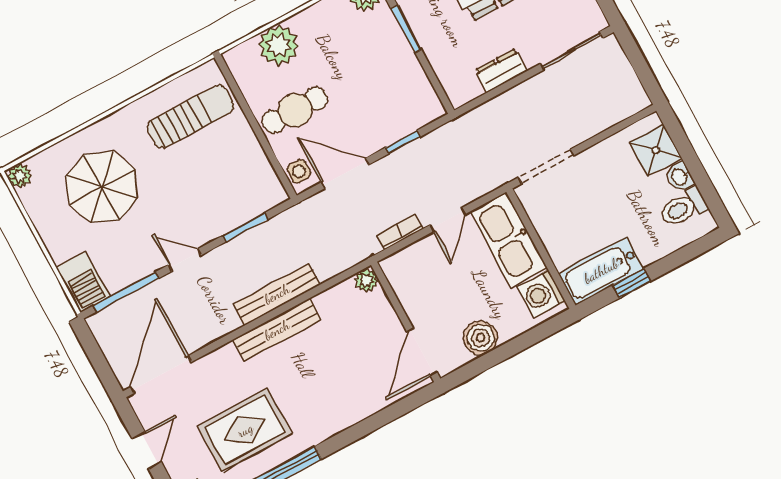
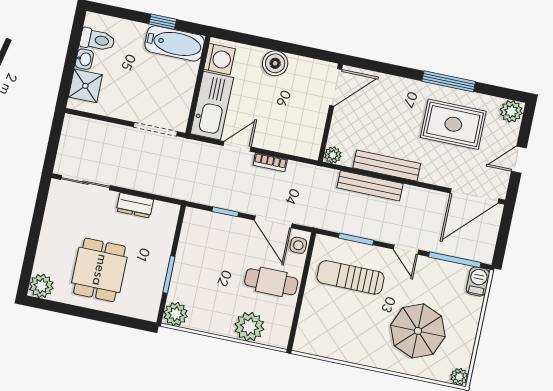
sun lounger: (191, 116) -> (350, 277), moved
plant: (366, 280) -> (333, 155), moved
barbecue: (83, 282) -> (478, 281), width x0.73, depth x0.79
wall: (406, 322) -> (330, 113), moved
door: (422, 352) -> (336, 87), moved

